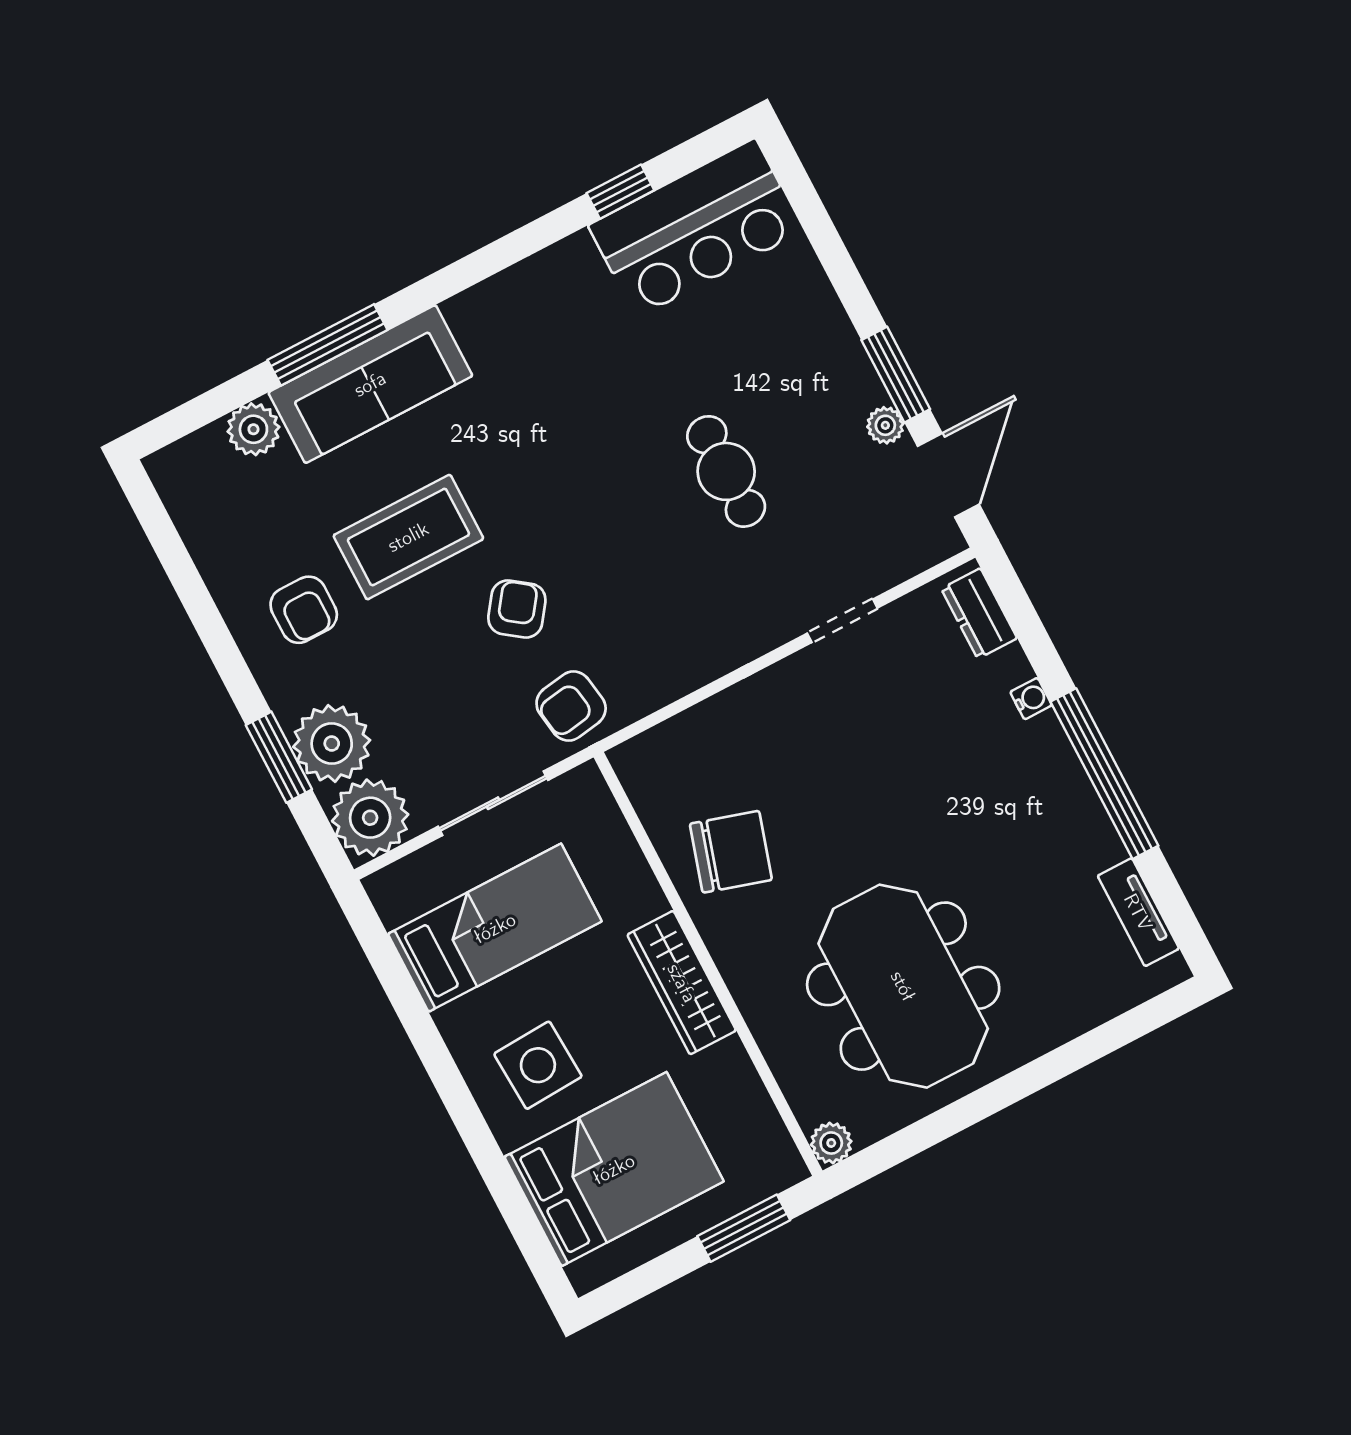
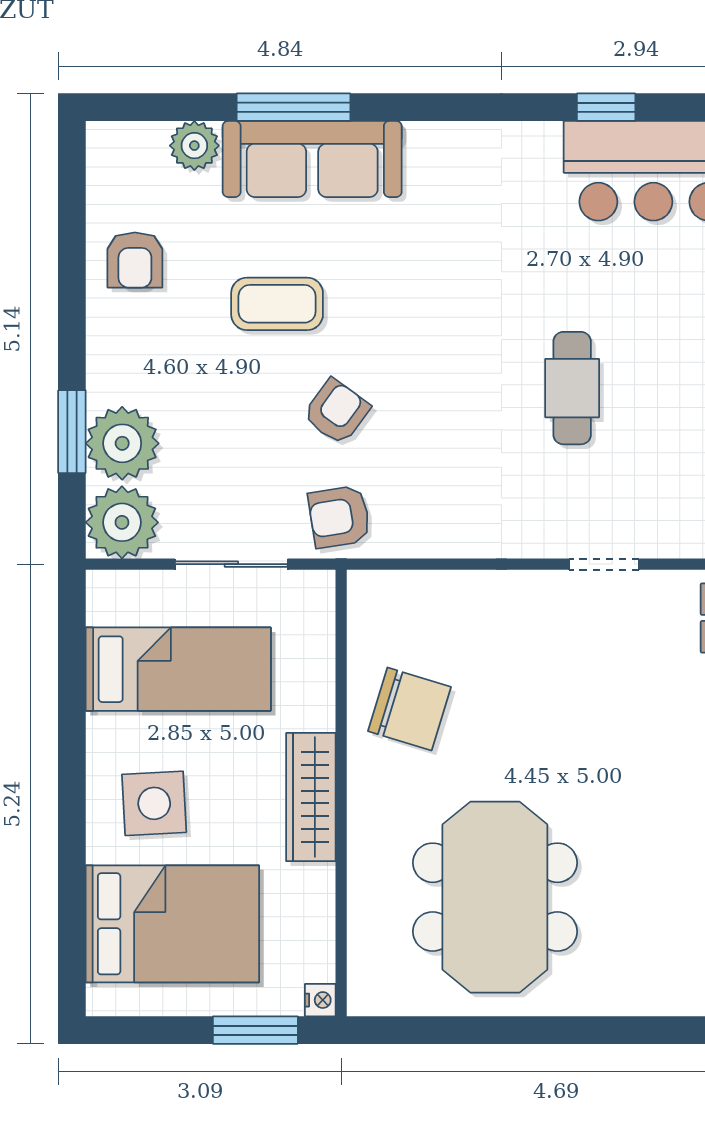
coffee table: (408, 537) -> (277, 304), width x0.73, depth x0.76
armchair: (304, 610) -> (135, 260), moved
plant: (831, 1143) -> (366, 997), removed
nightstand: (790, 1168) -> (320, 1000), added

